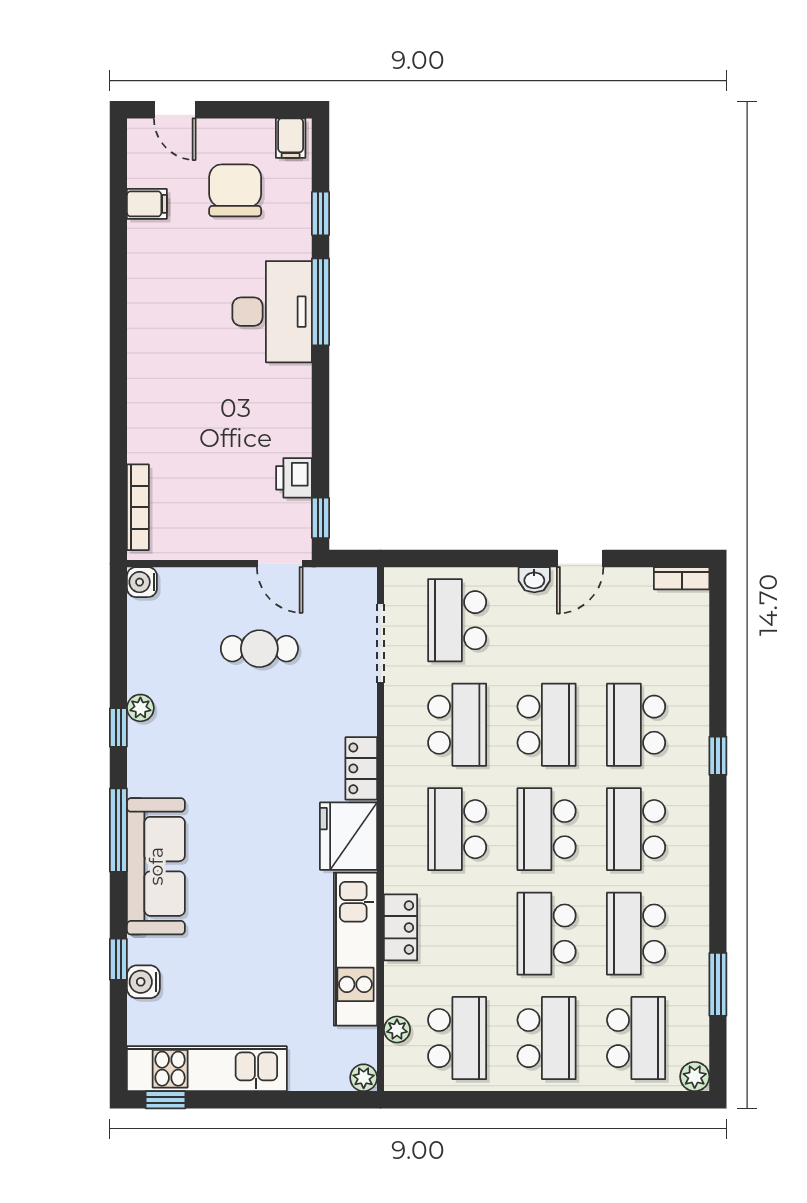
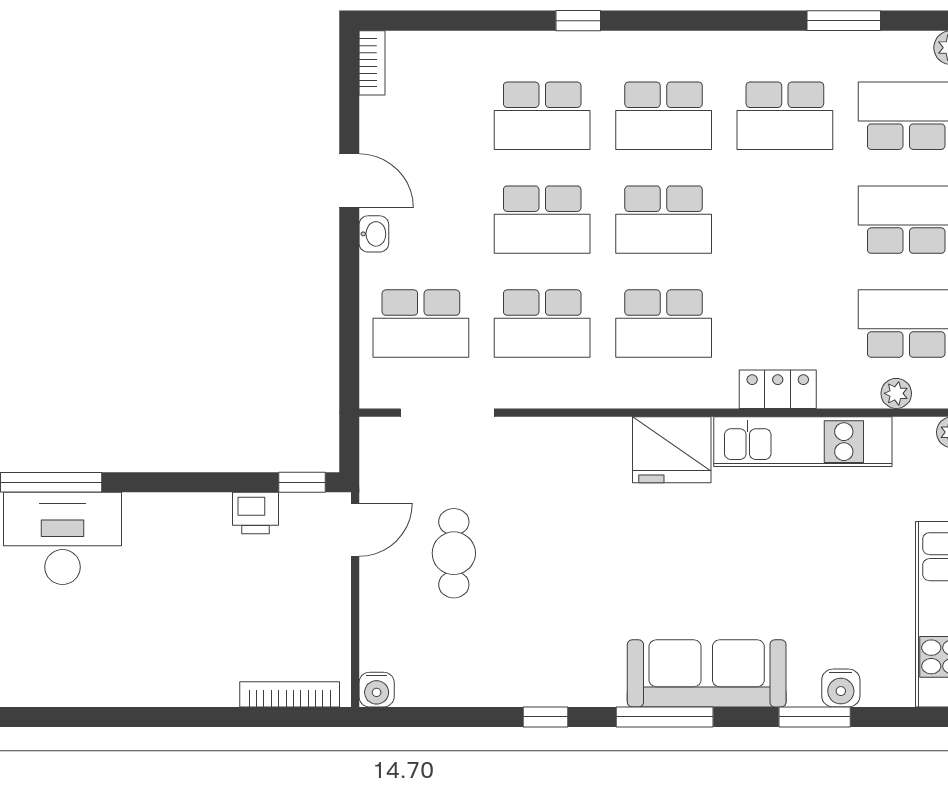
plant: (140, 708) -> (523, 691), removed
school desk: (457, 725) -> (542, 324), turned 180
school desk: (547, 725) -> (542, 220), turned 180
locker: (361, 768) -> (593, 435), removed
school desk: (547, 934) -> (785, 220), removed
window: (118, 959) -> (815, 717), width x1.50

